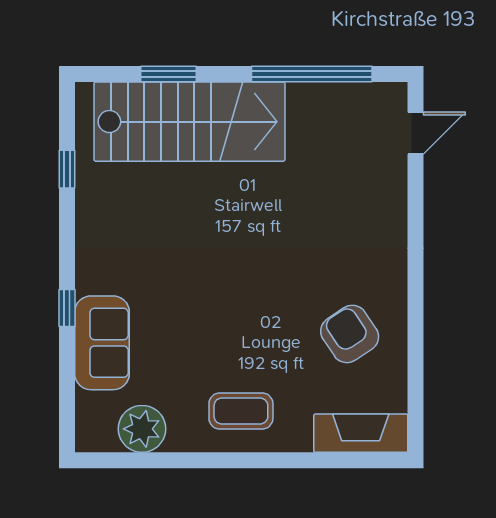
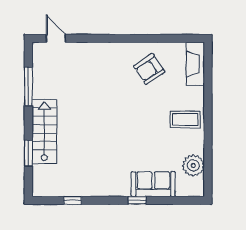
window: (312, 74) -> (28, 87), width x0.68
stairs: (189, 122) -> (44, 132), width x0.73, depth x0.66
coffee table: (241, 411) -> (185, 119), turned 90

